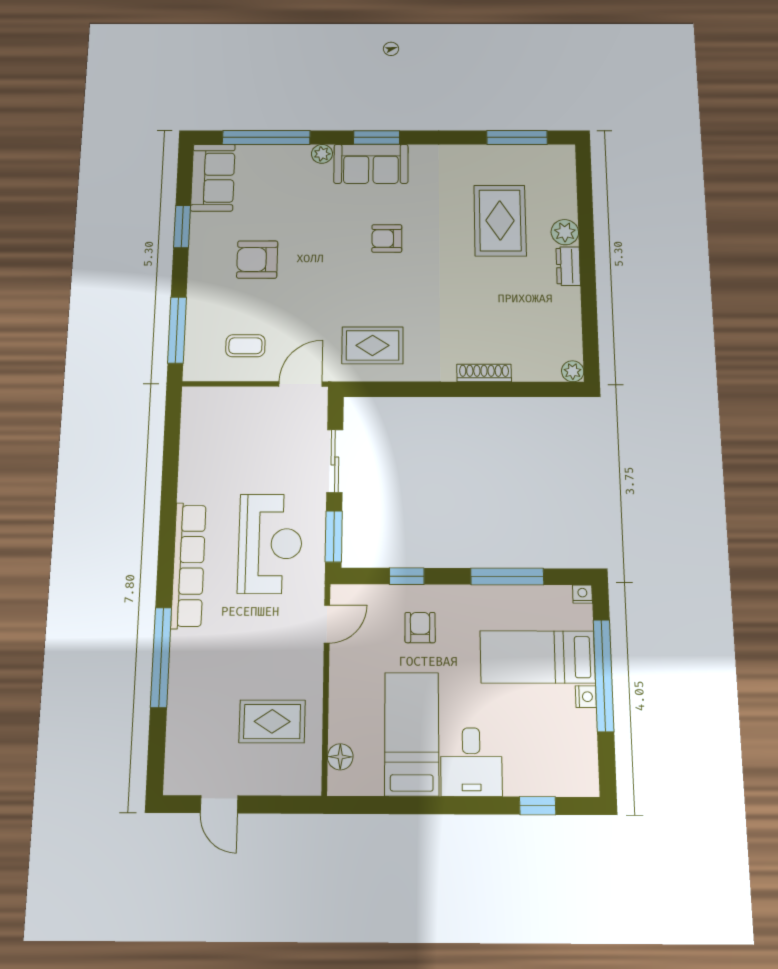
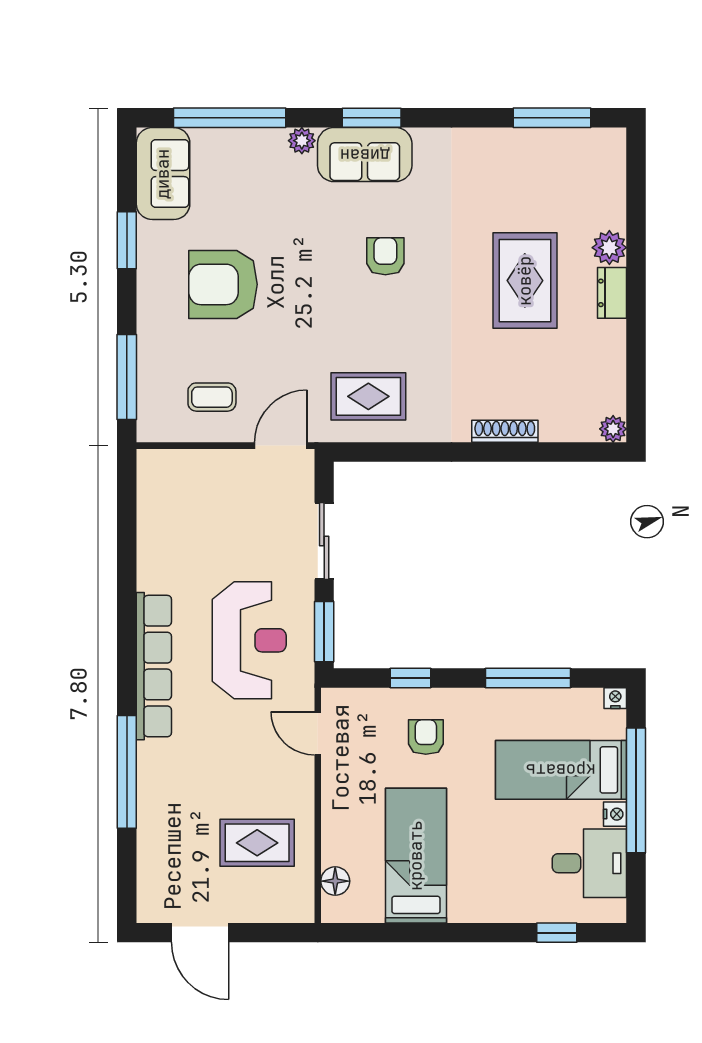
rug: (500, 220) -> (525, 281), moved
armchair: (387, 238) -> (385, 256), turned 90
armchair: (257, 259) -> (223, 284), width x1.36, depth x1.36
door: (327, 624) -> (318, 733), swing flipped
desk: (471, 762) -> (589, 863), moved, turned -90
door: (219, 804) -> (200, 933), width x1.38

